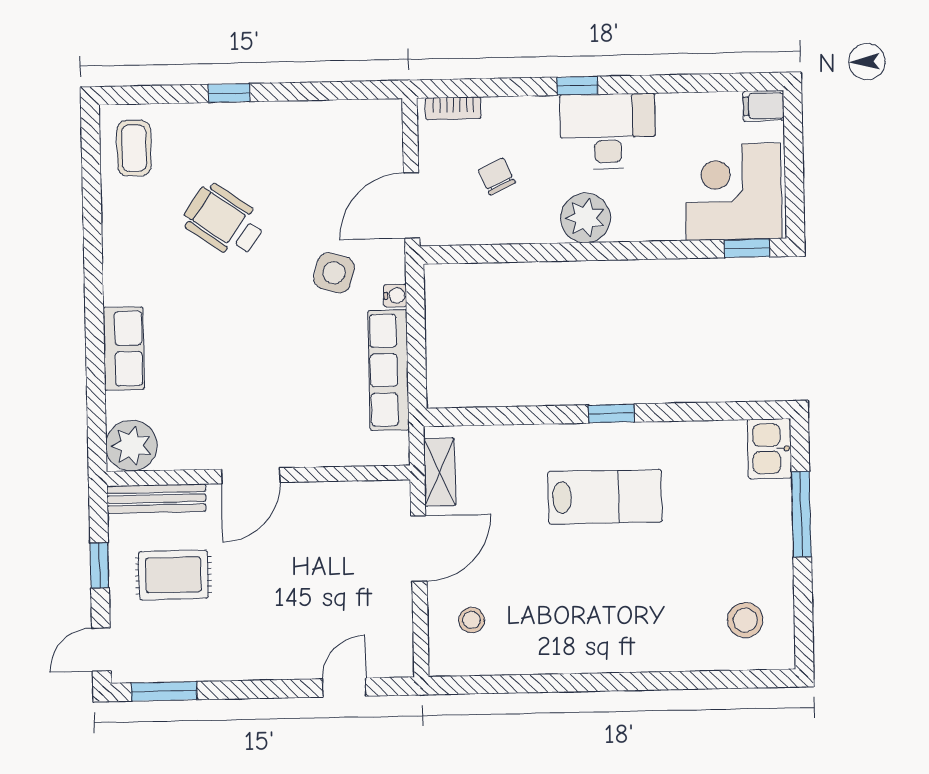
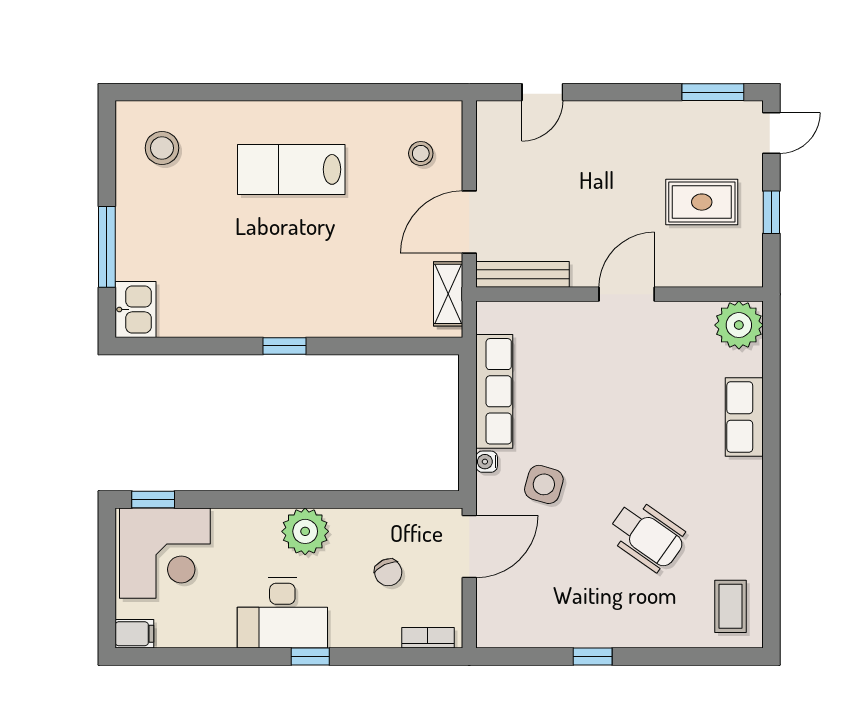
window: (229, 93) -> (593, 656), moved
lab bench: (605, 497) -> (291, 169), moved
bench: (156, 499) -> (523, 274), moved

